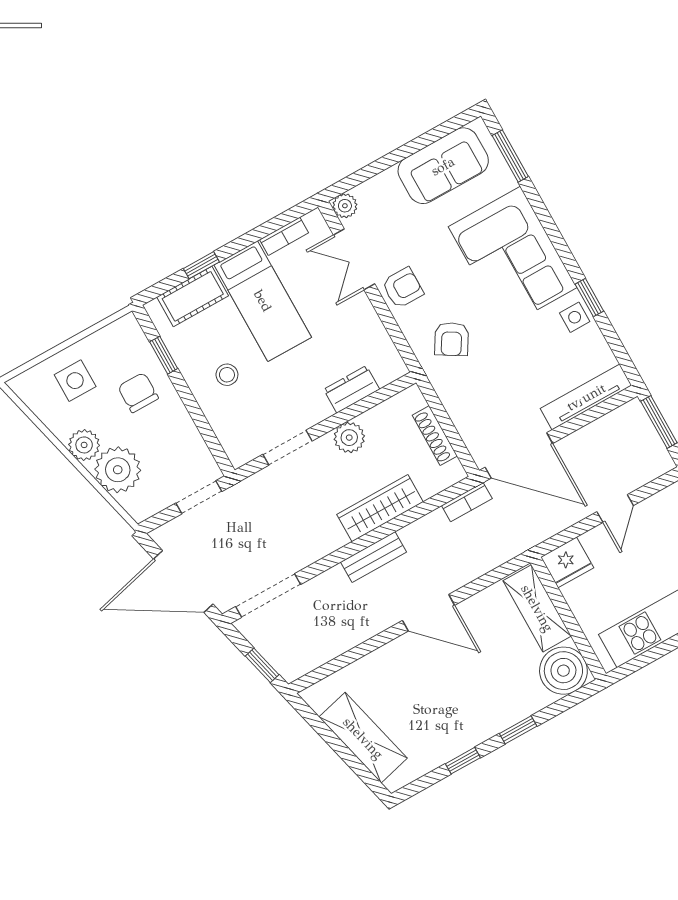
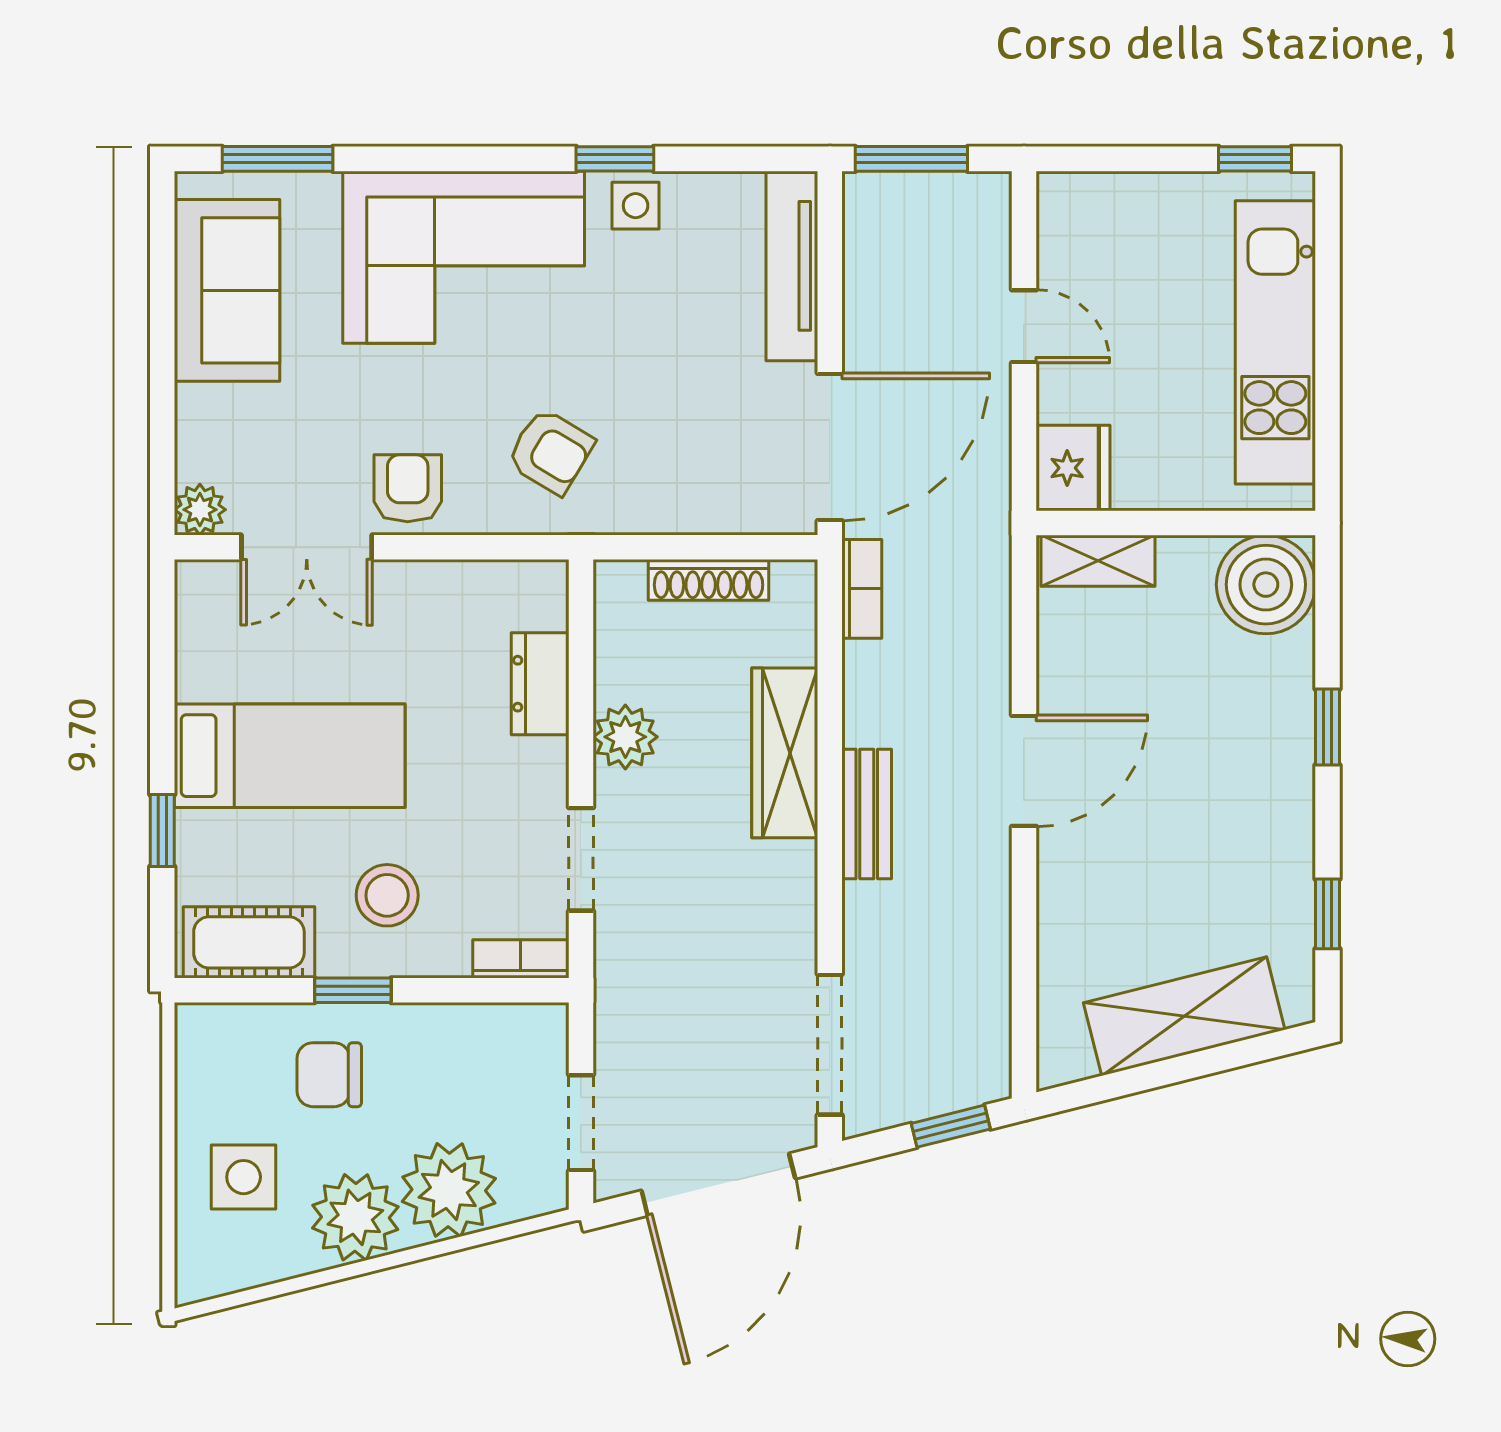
bookcase: (284, 236) -> (521, 959), moved, turned -90
cot: (193, 296) -> (249, 942), moved, turned 90
window: (164, 355) -> (353, 990), moved
stool: (227, 375) -> (387, 895), width x1.37, depth x1.37
plant: (84, 445) -> (355, 1217), width x1.36, depth x1.36
doorway: (199, 497) -> (581, 1123), moved
shelving: (537, 608) -> (1098, 561), width x0.67, depth x0.75
window: (463, 761) -> (1327, 914), moved

